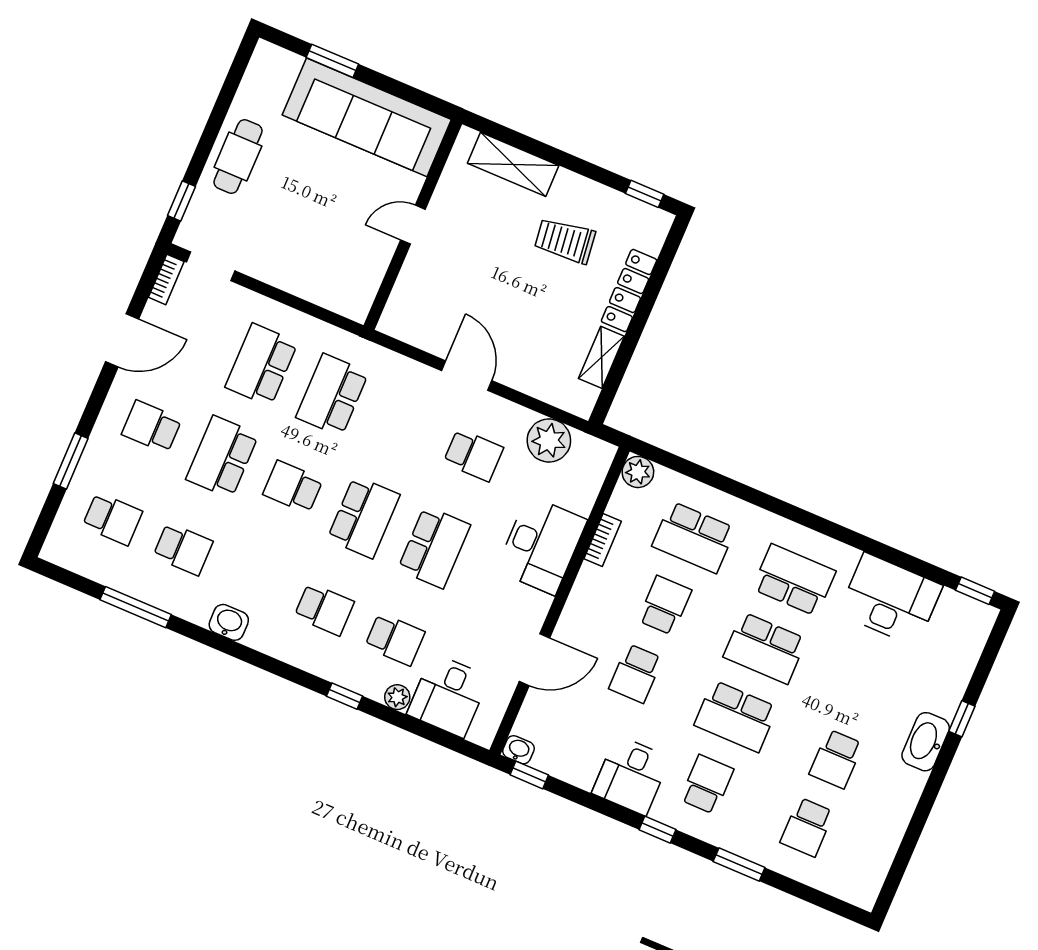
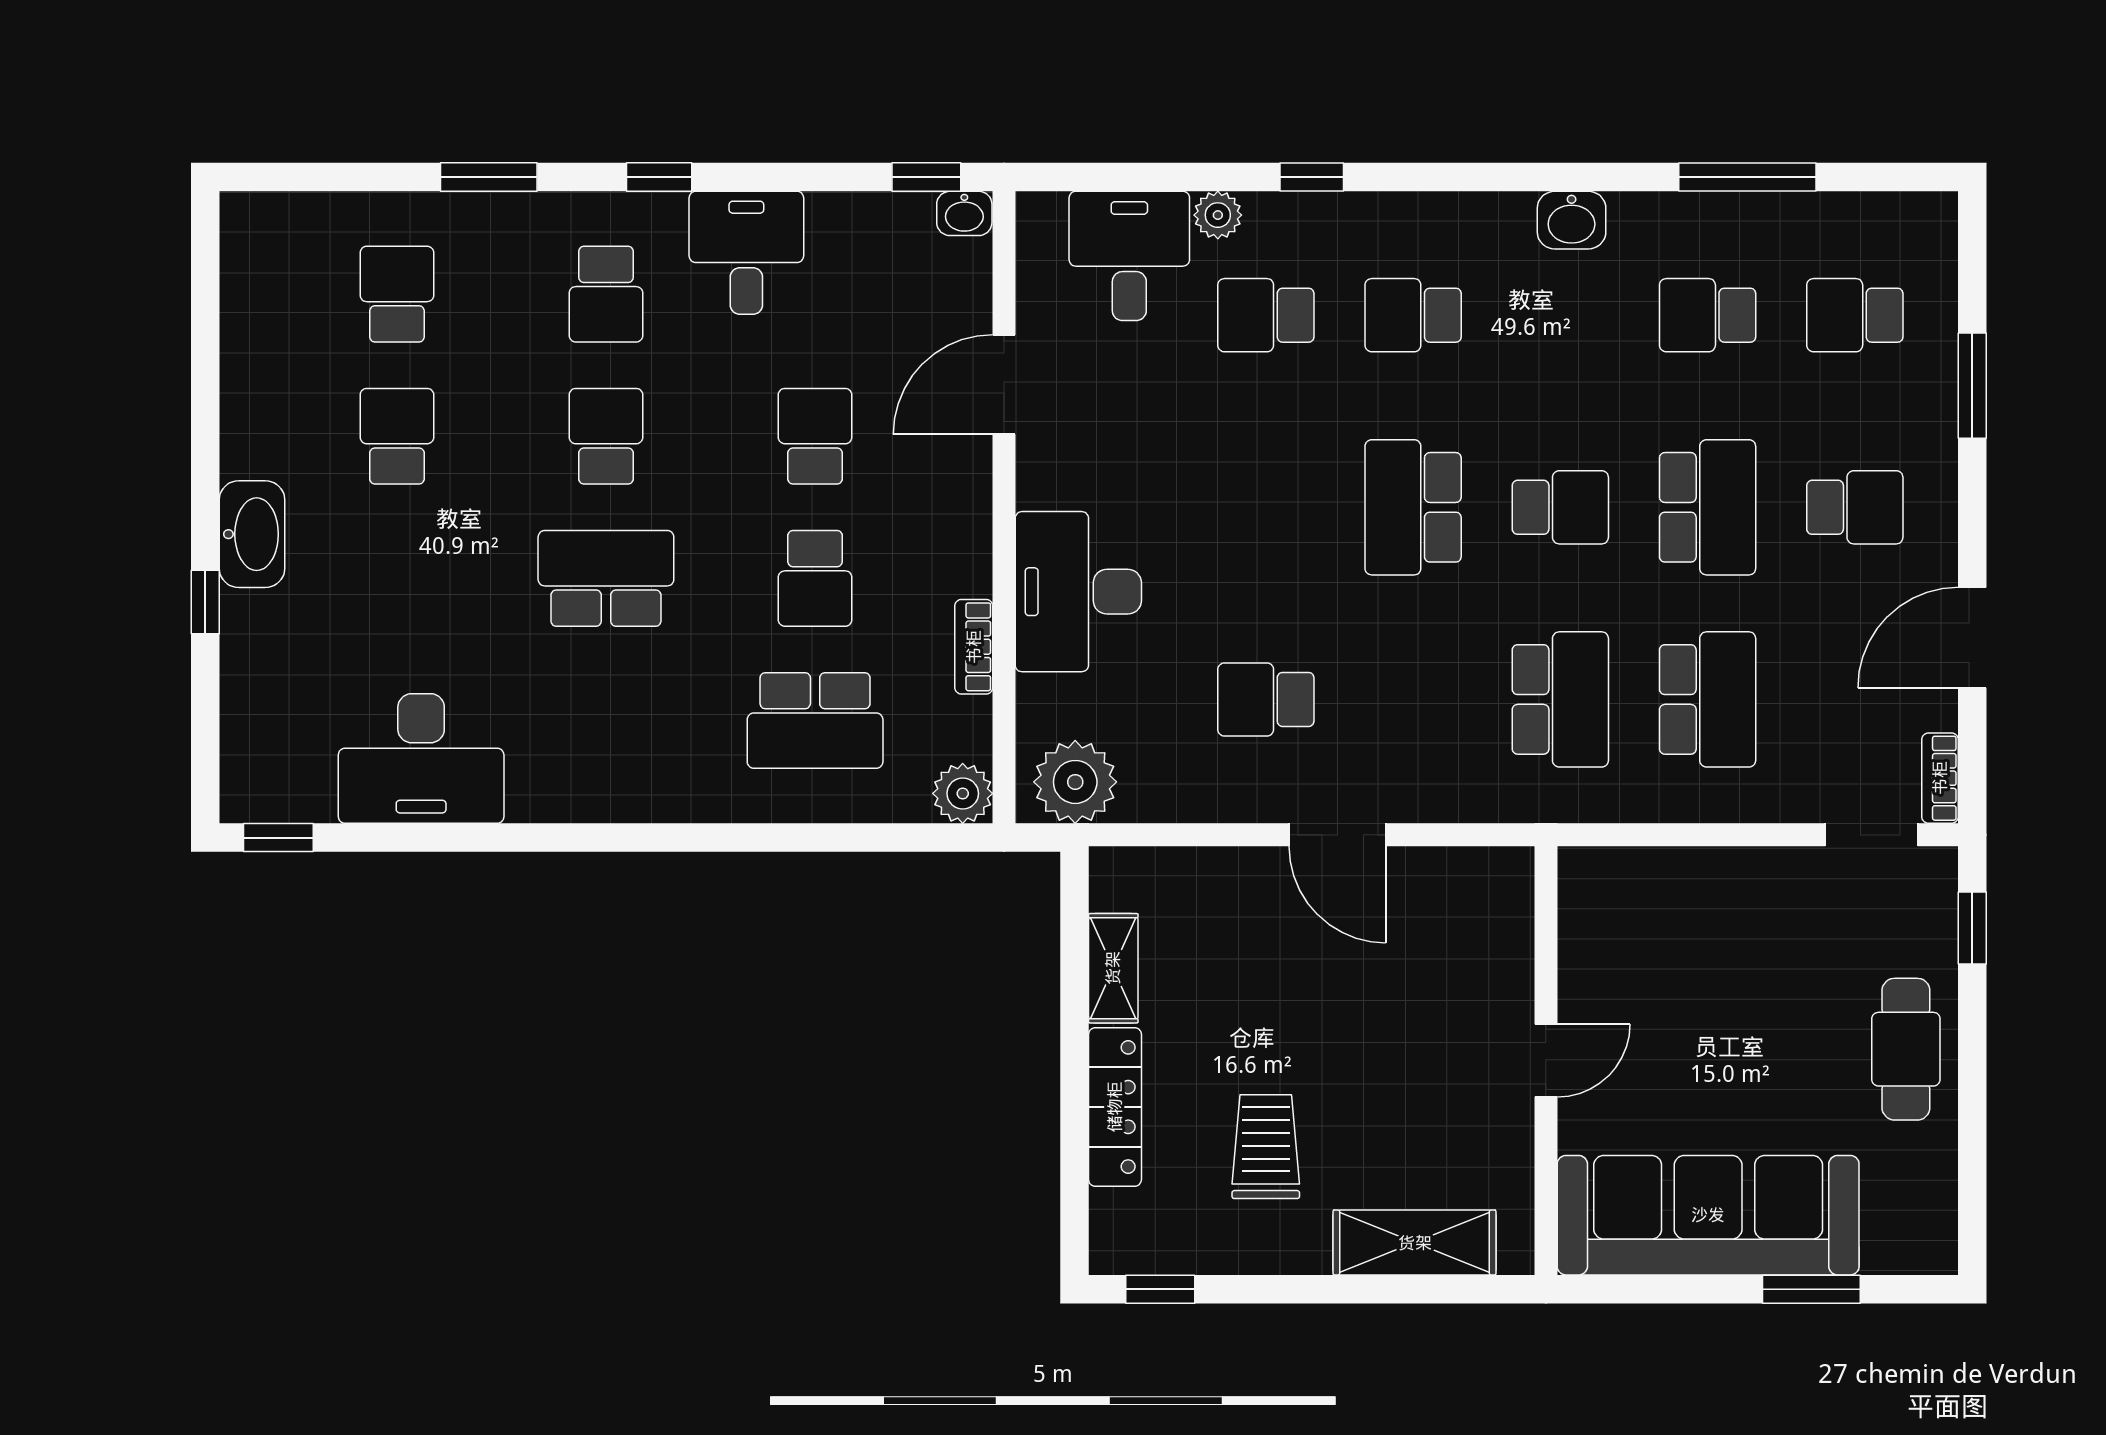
trolley: (565, 241) -> (1266, 1147), turned -83
plant: (549, 441) -> (1075, 782), moved
school desk: (694, 537) -> (815, 720), turned 180
school desk: (434, 547) -> (1266, 507), removed
school desk: (794, 580) -> (606, 720), removed
school desk: (736, 716) -> (606, 436), width x0.54

